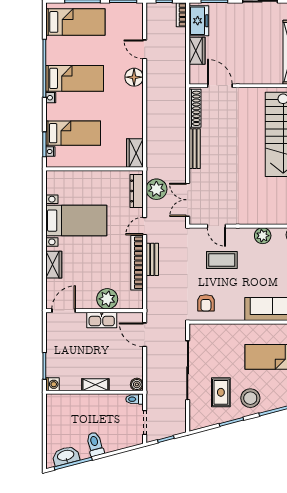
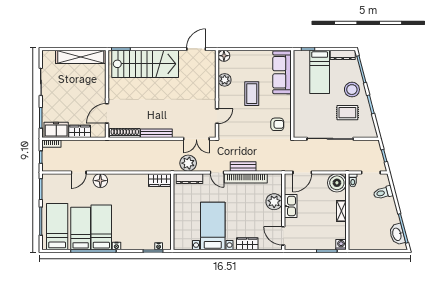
bed: (73, 133) -> (81, 228), moved
coffee table: (222, 260) -> (252, 94), moved
boiler: (137, 384) -> (337, 183), width x1.86, depth x1.86
toilet: (95, 444) -> (383, 193), moved

